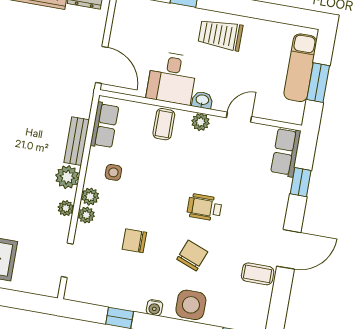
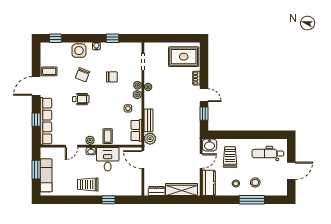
trolley: (220, 35) -> (88, 184), turned 180
row of seats: (286, 152) -> (46, 121), width x2.02
plant: (67, 177) -> (150, 139), moved

